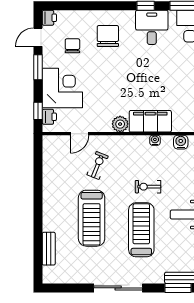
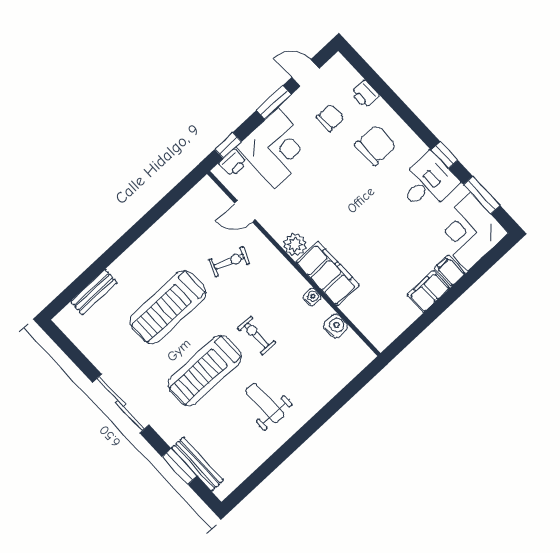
printer: (49, 18) -> (365, 94), moved, turned 90
treadmill: (141, 230) -> (205, 371), turned 180

